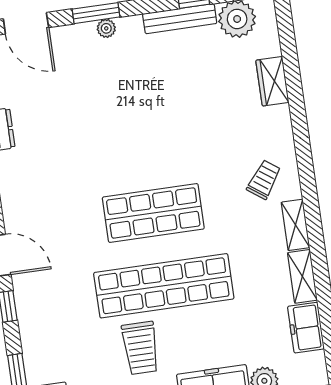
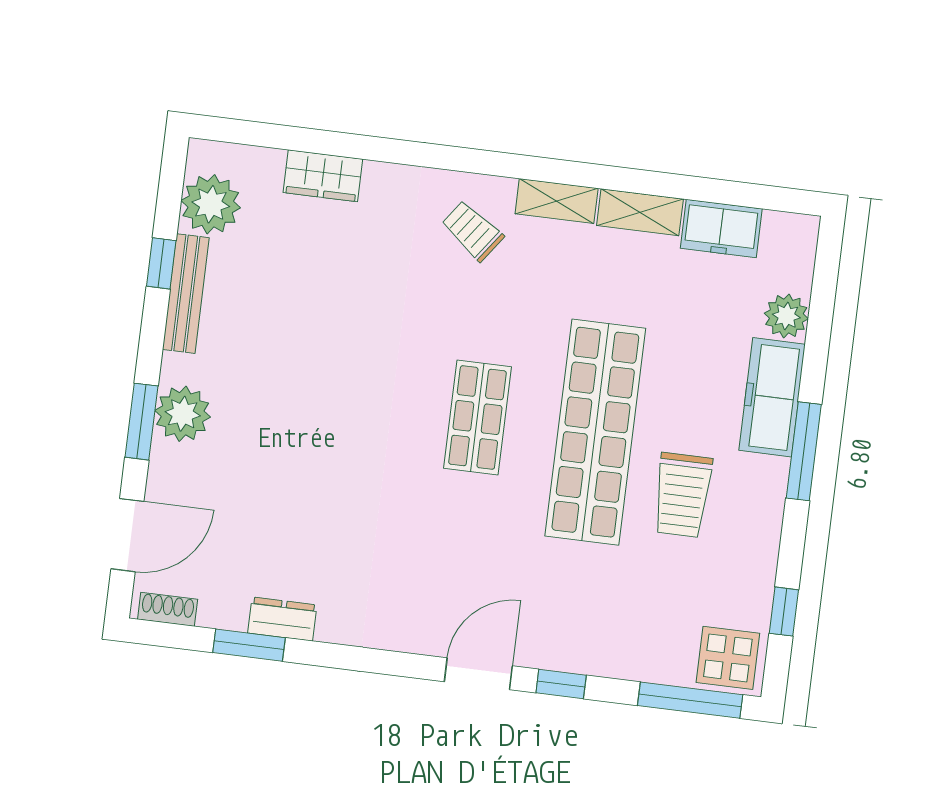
plant: (106, 28) -> (183, 414), width x1.88, depth x1.88
shop shelf: (153, 213) -> (477, 417), width x0.70, depth x0.74
trolley: (141, 348) -> (682, 495), turned 90

